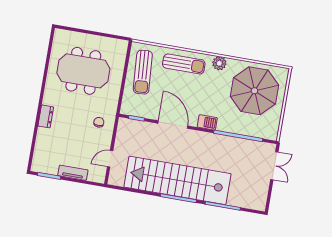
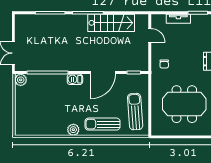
parasol: (254, 91) -> (40, 112), removed
door: (173, 125) -> (103, 73), hinge flipped
plant: (271, 133) -> (21, 80), added
door: (110, 159) -> (150, 35), hinge flipped
stairs: (177, 180) -> (111, 23), width x0.54, depth x0.66

